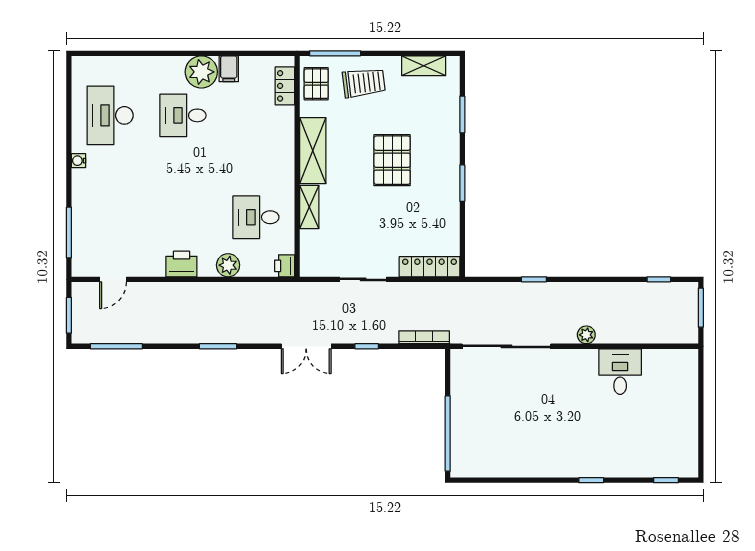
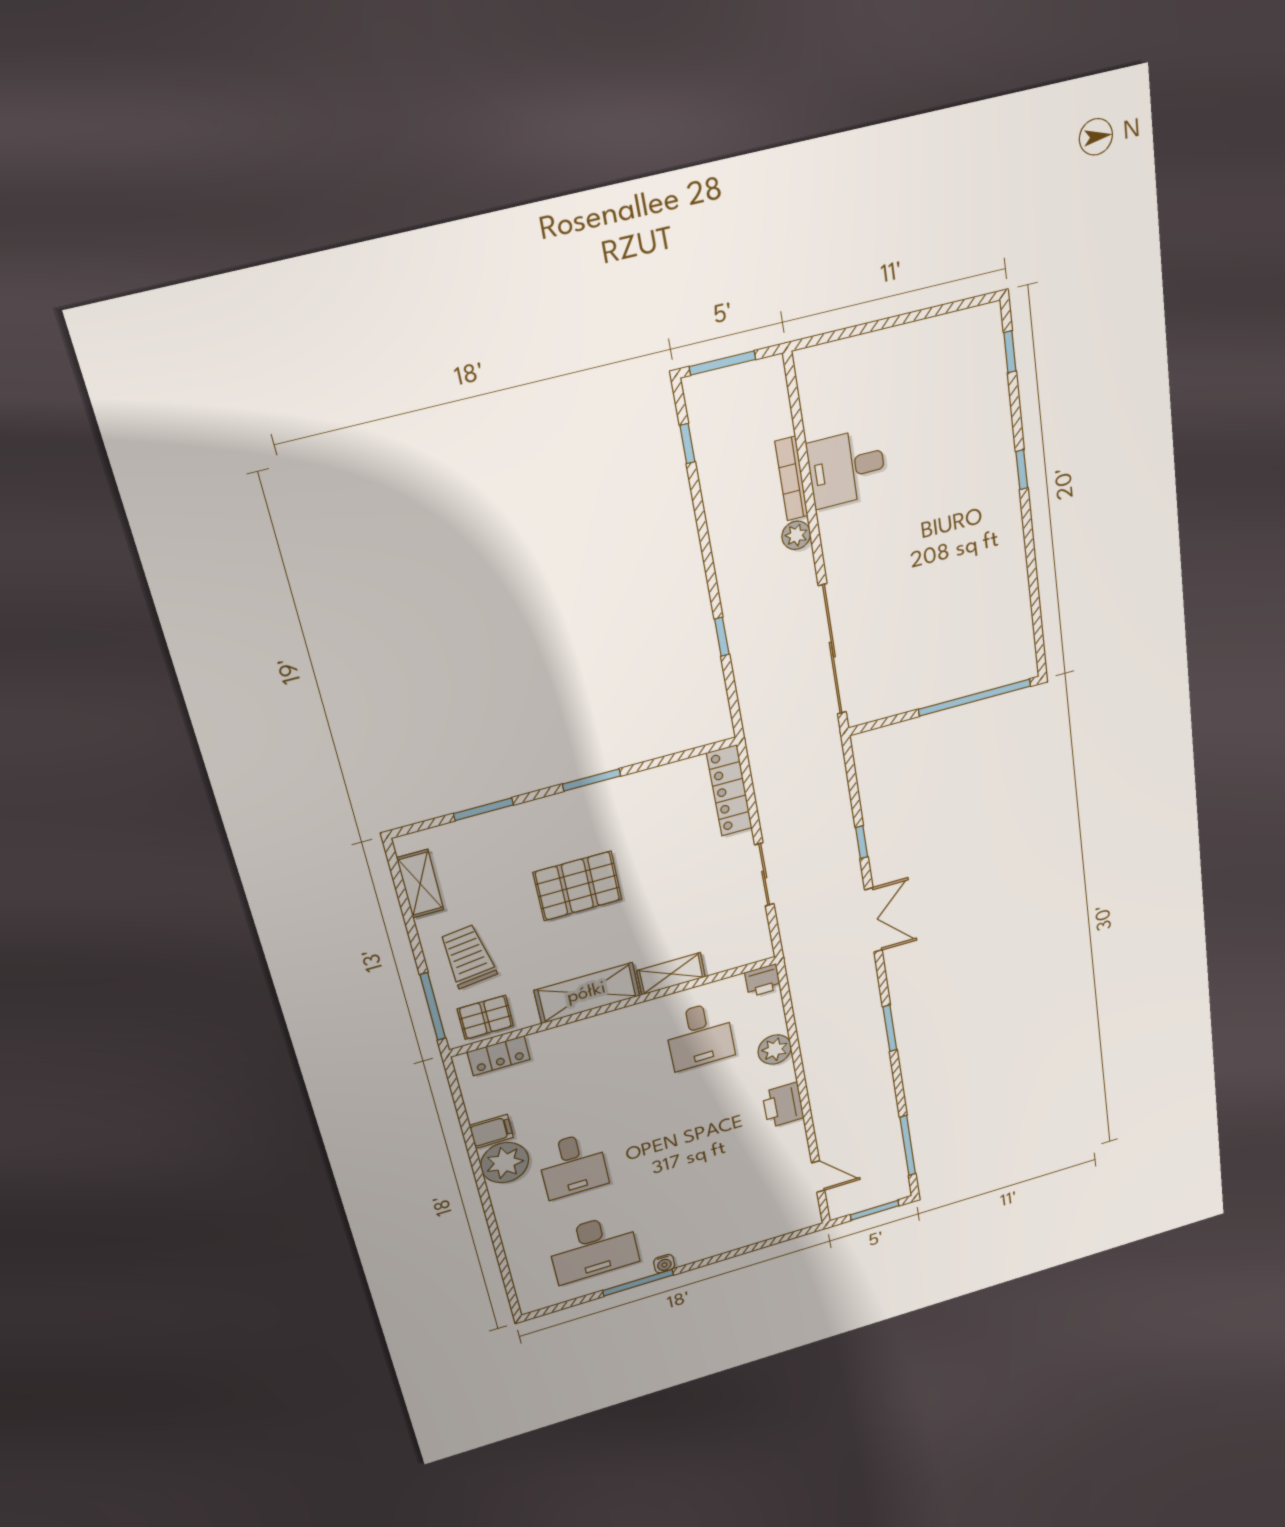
window: (69, 233) -> (638, 1283), moved
bookcase: (424, 337) -> (791, 479), moved

